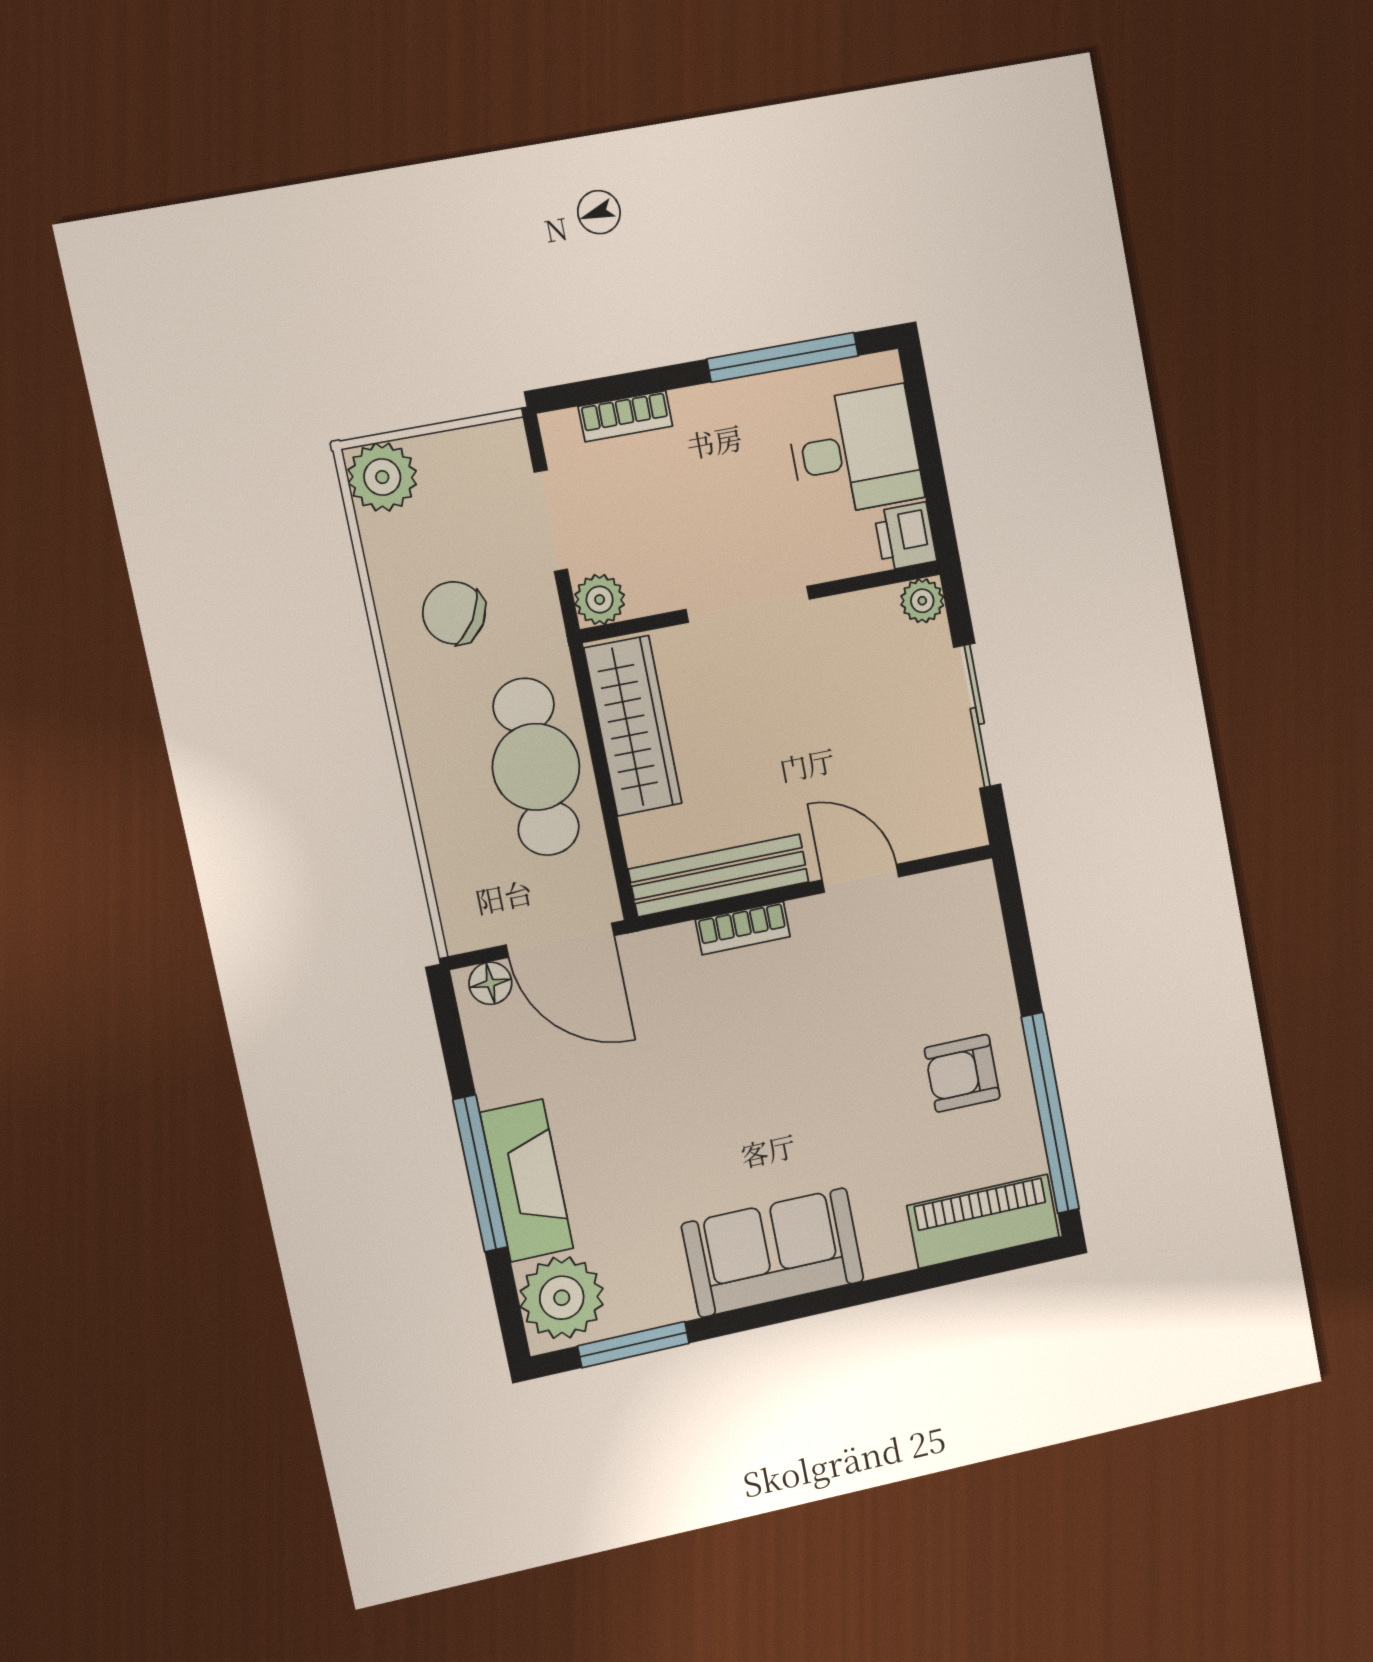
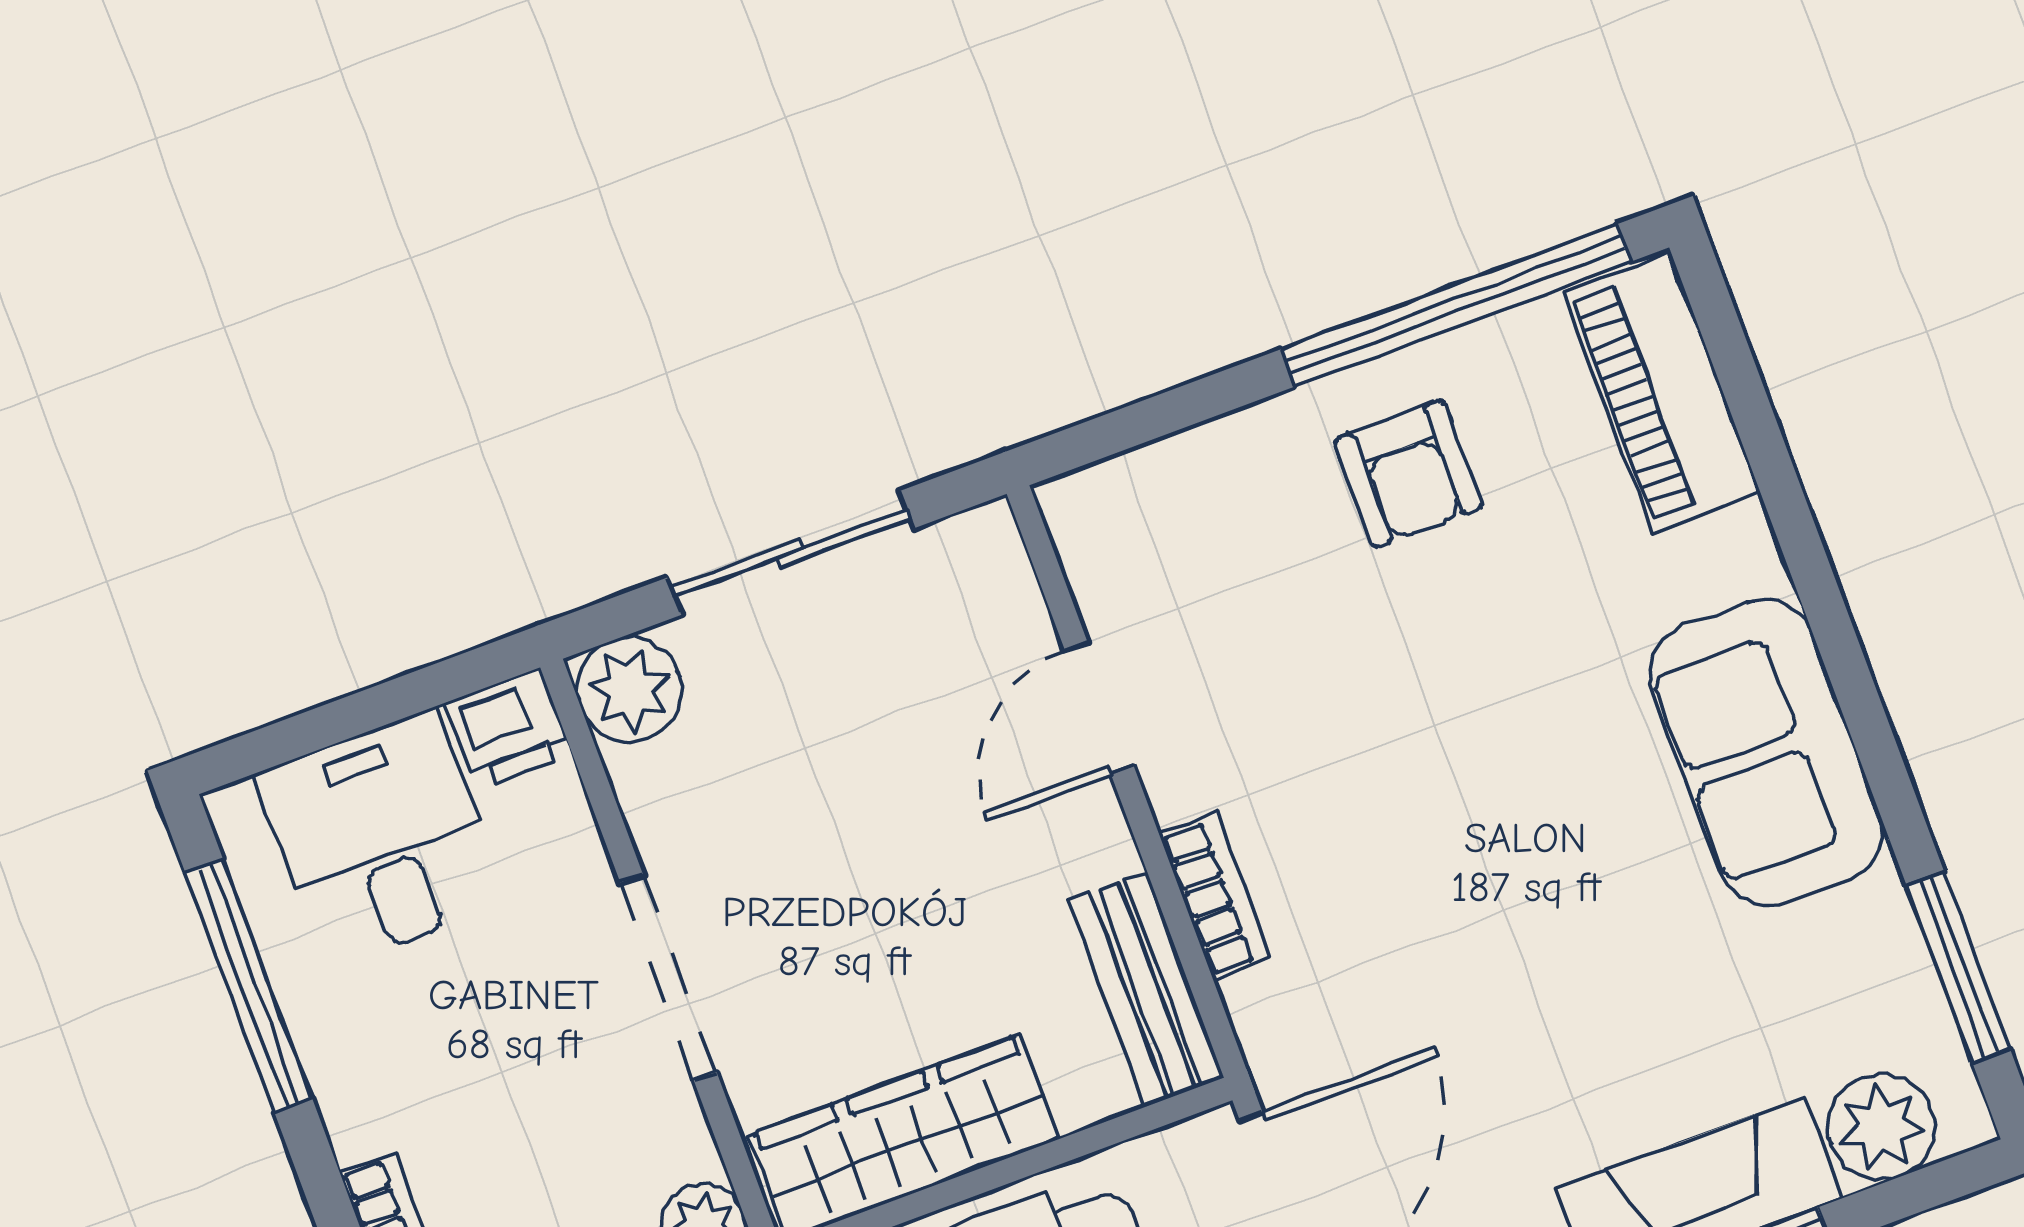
plant: (922, 601) -> (630, 690), width x1.38, depth x1.38
bench: (719, 876) -> (1146, 989), width x0.73
plant: (562, 1298) -> (1881, 1127), width x0.73, depth x0.73

